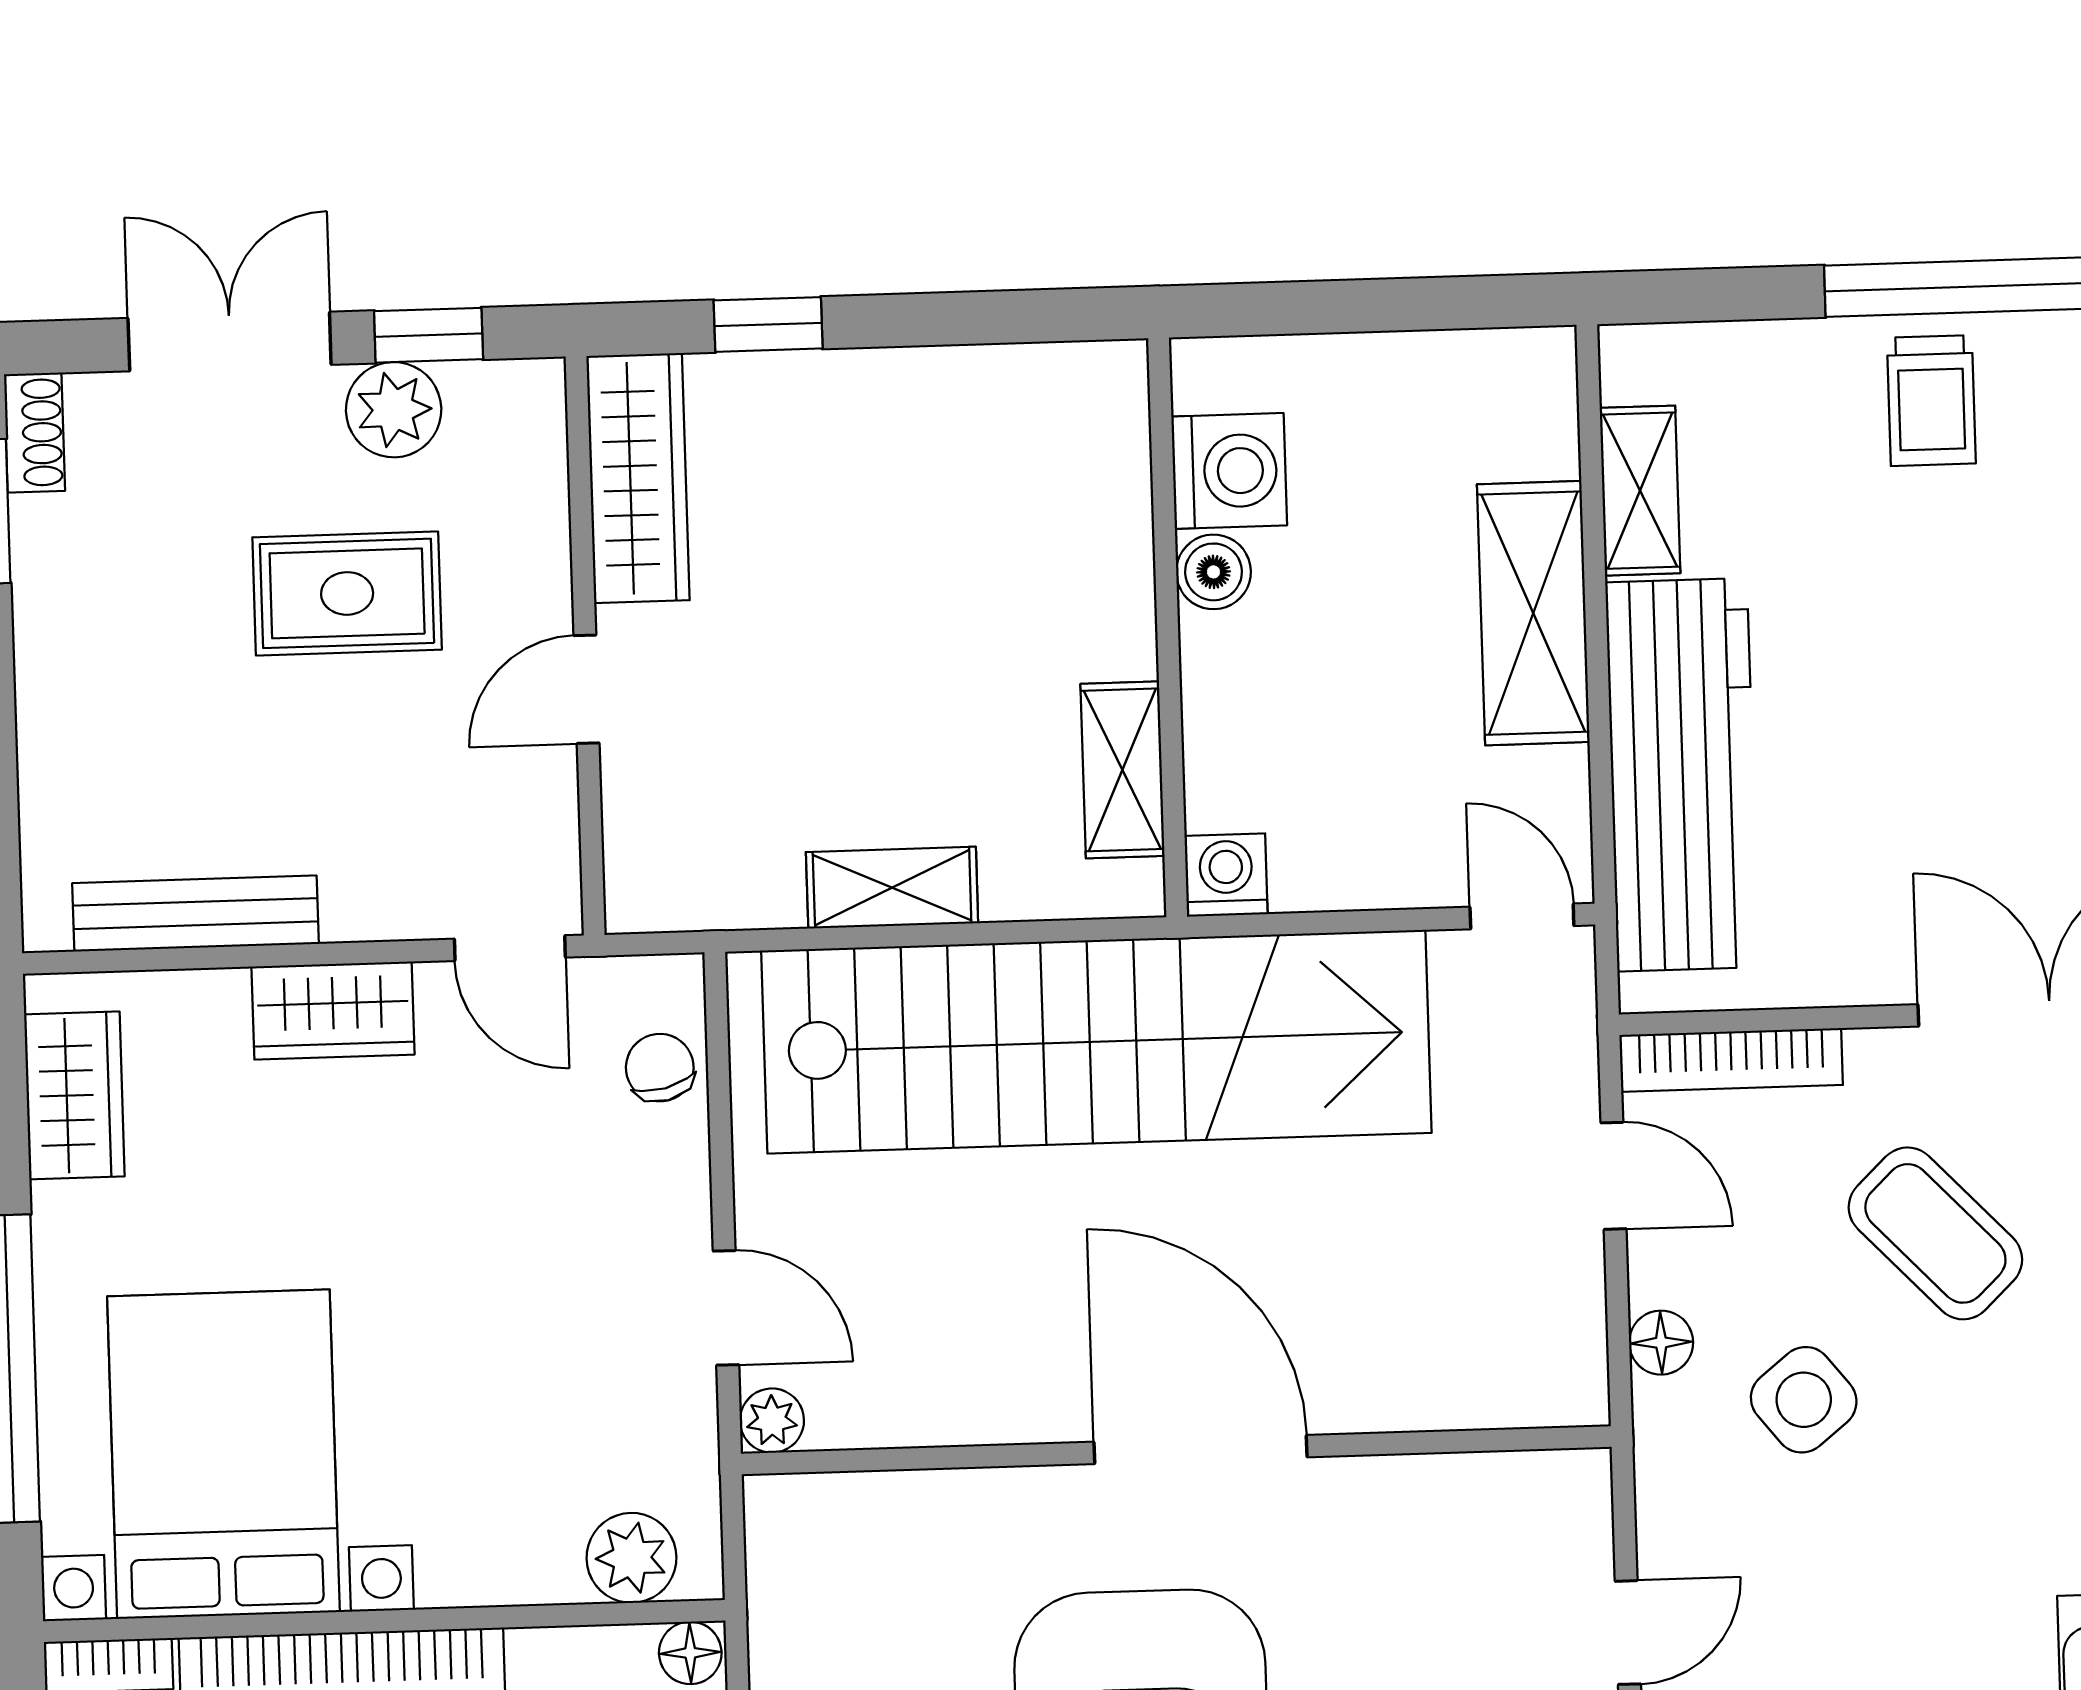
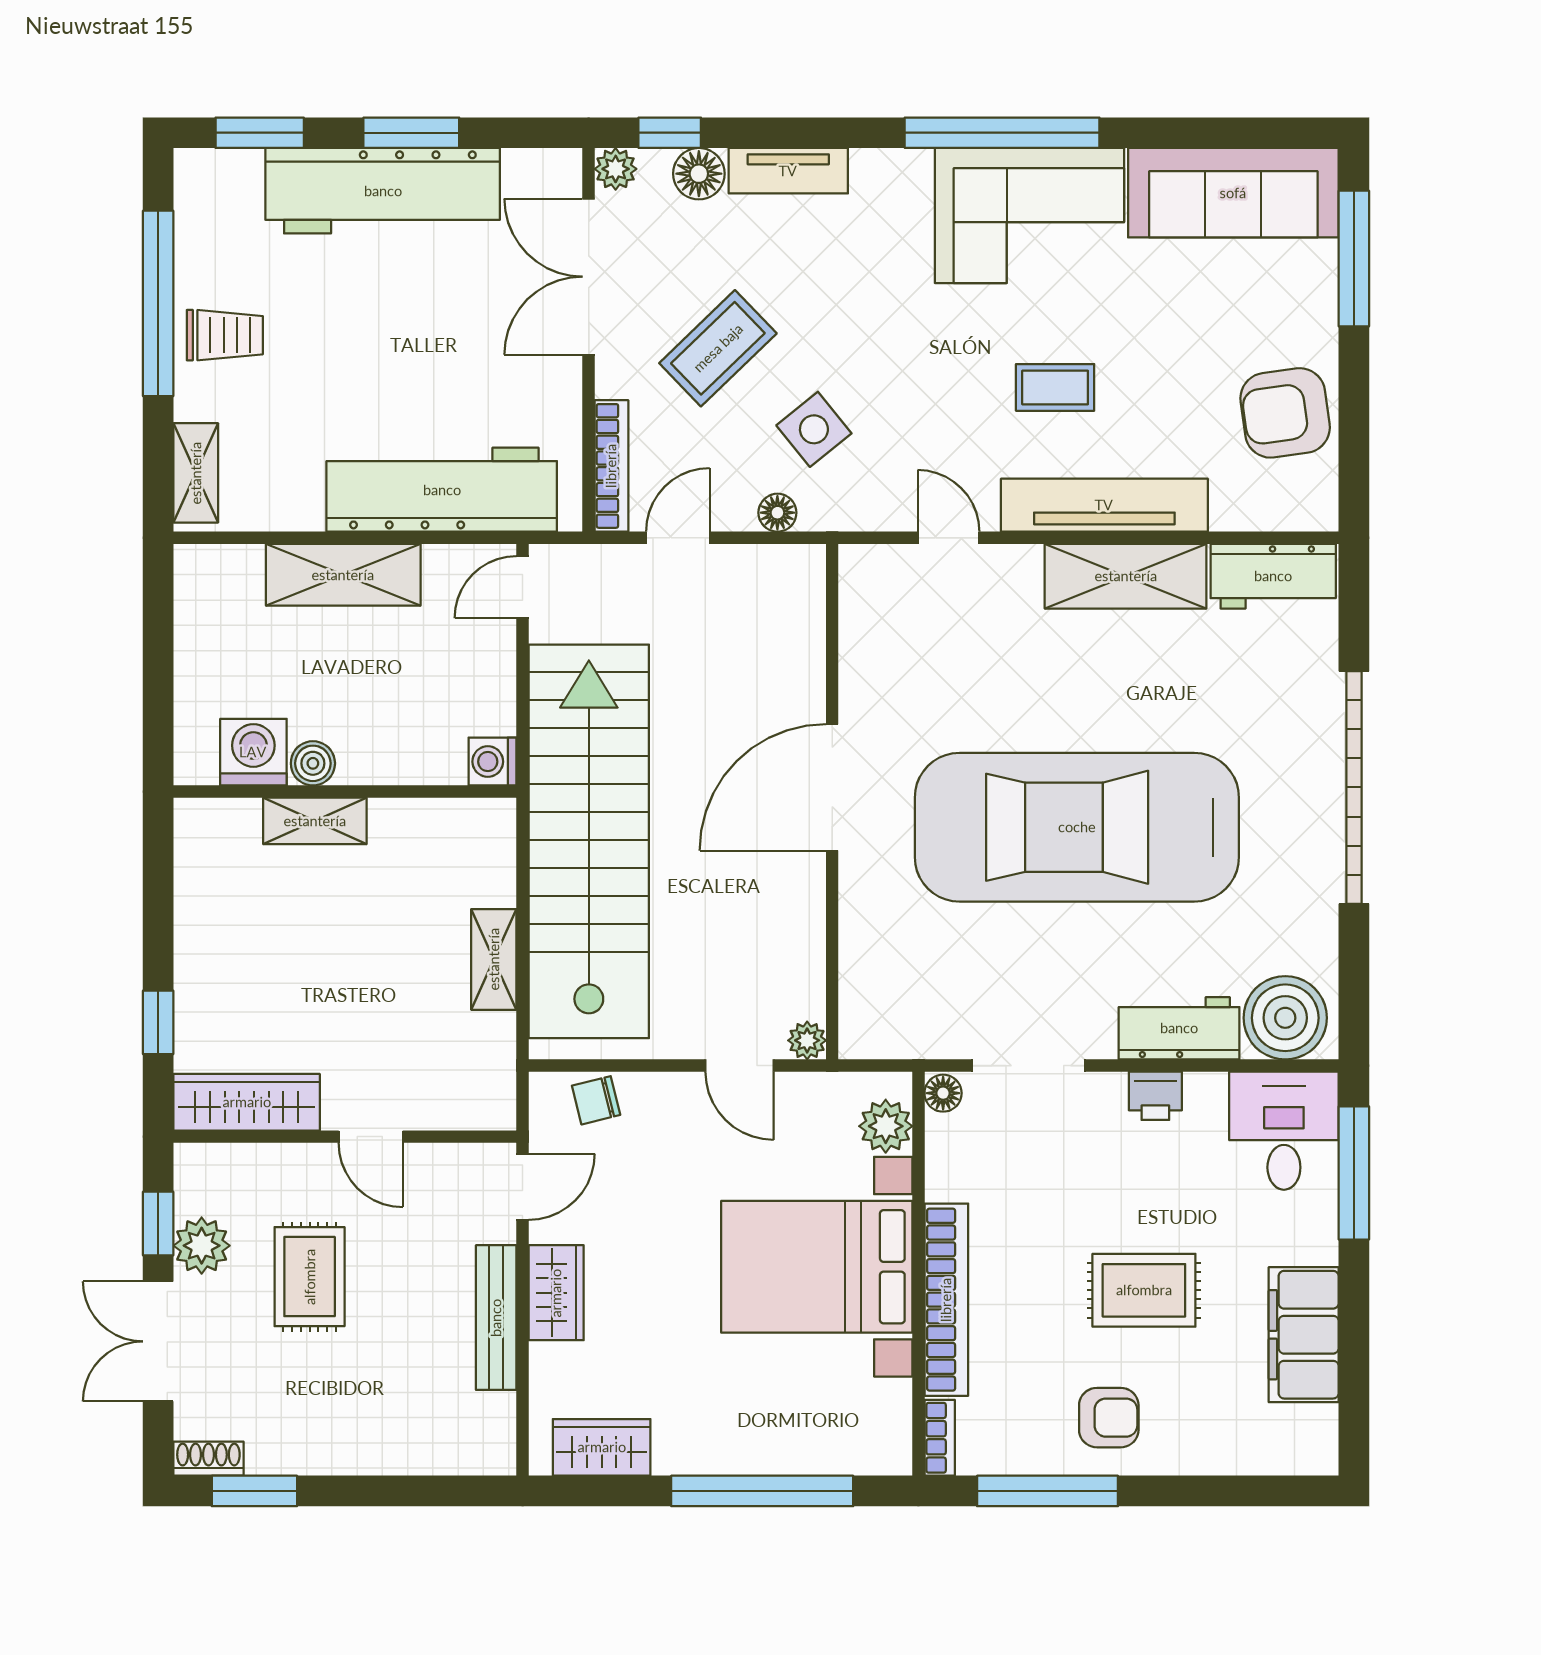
shelving: (1640, 491) -> (196, 473), moved, turned 90
shelving: (1122, 770) -> (315, 821), moved
bench: (195, 914) -> (496, 1318), moved
door: (726, 1308) -> (739, 1066), swing flipped
bed with nightstands: (223, 1454) -> (817, 1267), moved

